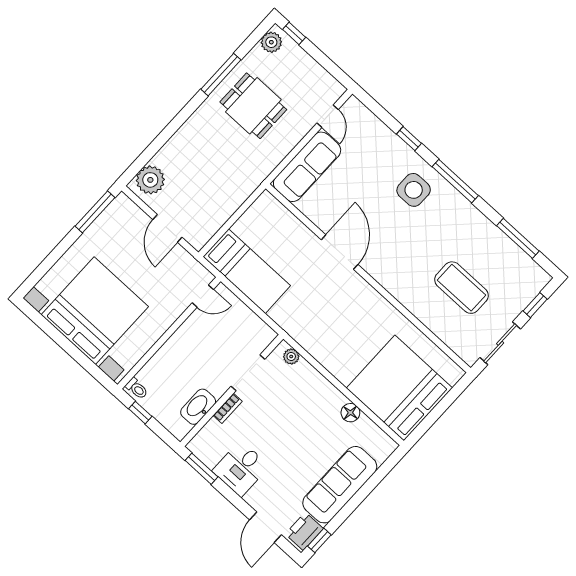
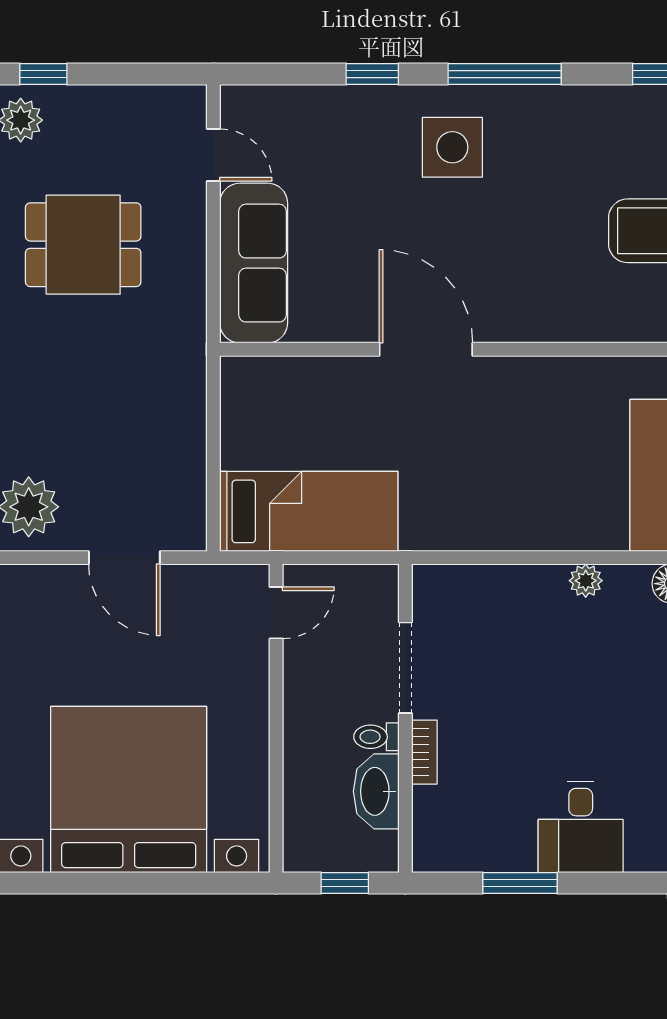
plant: (291, 357) -> (586, 581), moved
doorway: (248, 373) -> (405, 668), moved
toilet: (137, 389) -> (376, 737), moved, turned 180
wall: (232, 390) -> (405, 718), moved
washbasin: (198, 407) -> (376, 791), moved
bookcase: (228, 408) -> (424, 752), moved

